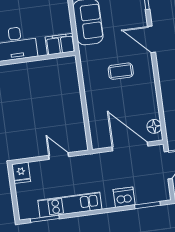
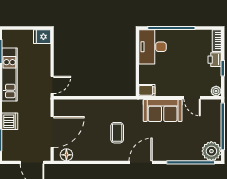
filing cabinet: (60, 44) -> (147, 90), width x0.50
door: (59, 156) -> (52, 85), moved

